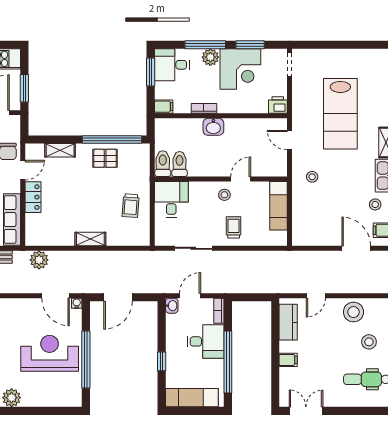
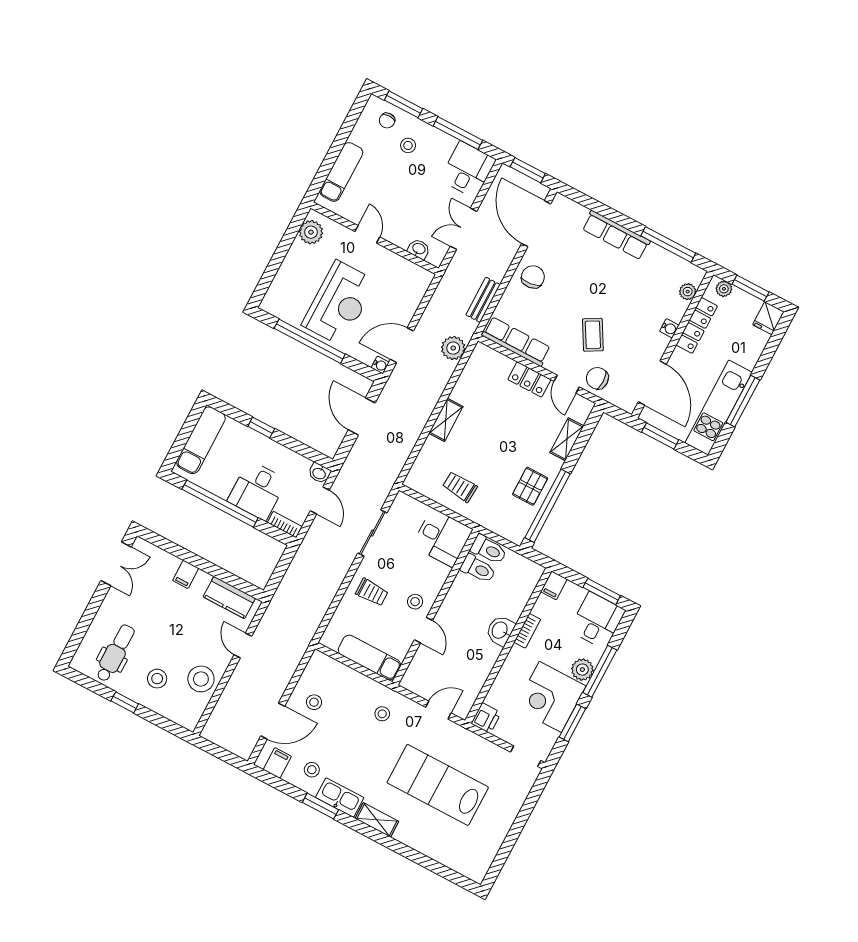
stool: (329, 227) -> (314, 702), added

